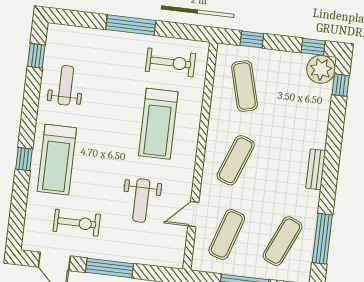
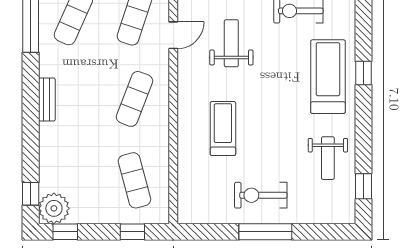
exercise bike: (170, 62) -> (261, 195), moved
treadmill: (158, 124) -> (223, 129), width x0.73, depth x0.73

